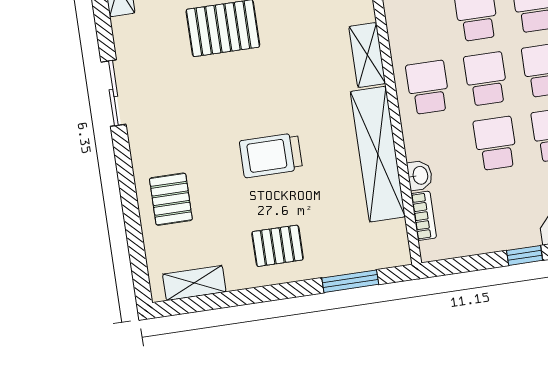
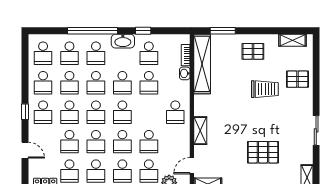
school desk: (486, 79) -> (149, 53), moved
shelving: (378, 154) -> (202, 64), moved
trolley: (271, 155) -> (265, 89), moved
pallet: (171, 199) -> (297, 79), turned 90

